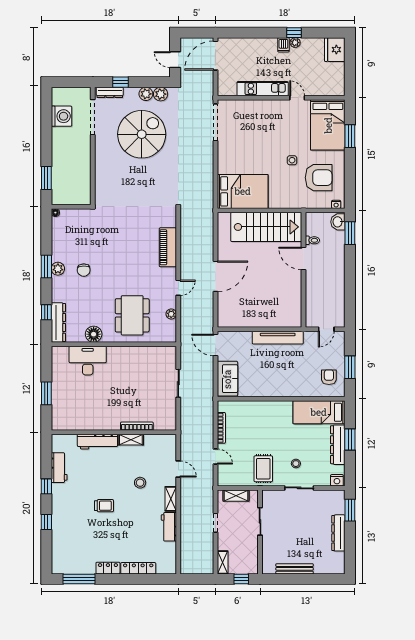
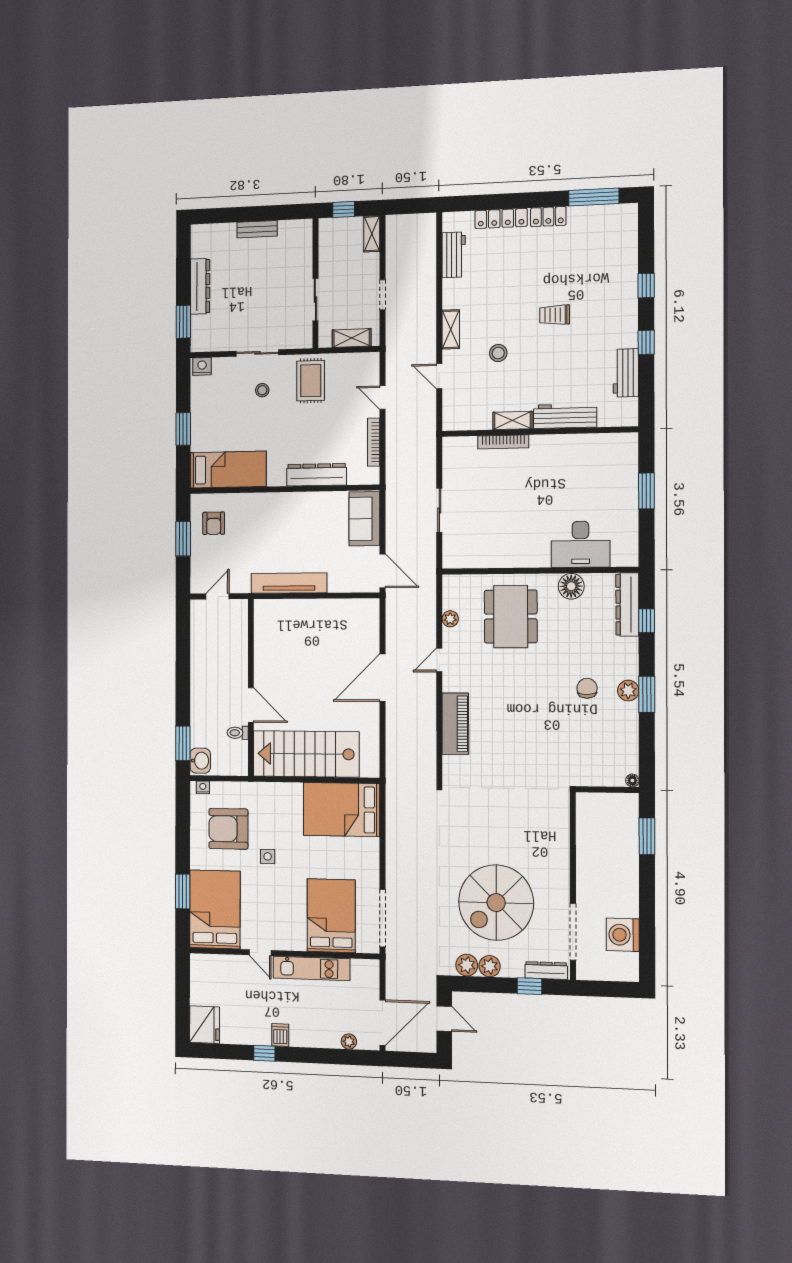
plant: (295, 43) -> (349, 1042), moved
bed: (249, 123) -> (331, 916), added
dresser: (338, 445) -> (317, 475), moved, turned -90
workbench: (169, 527) -> (454, 255), moved
bench: (295, 569) -> (257, 229), width x0.73

